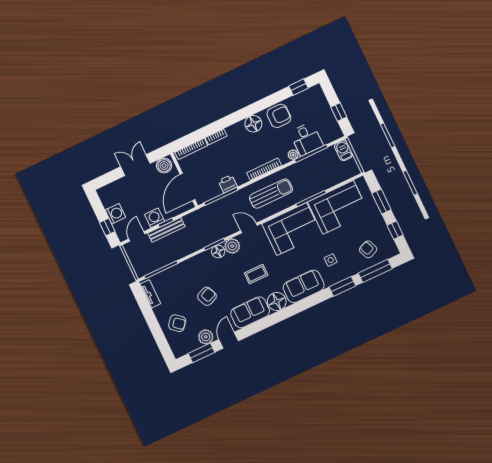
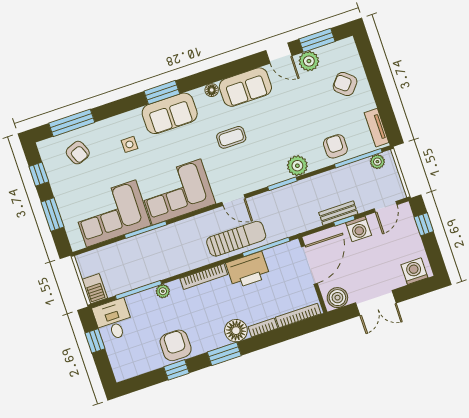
window: (299, 87) -> (177, 370), moved
window: (242, 114) -> (224, 354), added
armchair: (279, 116) -> (176, 345), turned 90
floor lamp: (253, 124) -> (236, 331), moved
desk: (306, 139) -> (113, 320), moved
printer: (228, 184) -> (248, 270), width x1.87, depth x1.48
sun lounger: (271, 194) -> (236, 239), moved, turned 180
washing machine: (115, 214) -> (414, 271), moved, turned 90
bench: (166, 230) -> (338, 213), width x0.73
plant: (232, 246) -> (297, 166), moved
floor lamp: (218, 251) -> (279, 174), removed
plant: (147, 269) -> (377, 162), added
window: (342, 286) -> (162, 92), moved
armchair: (207, 296) -> (335, 146), moved, turned 113
floor lamp: (277, 301) -> (212, 90), width x0.53, depth x0.53
door: (229, 340) -> (279, 53), hinge flipped

